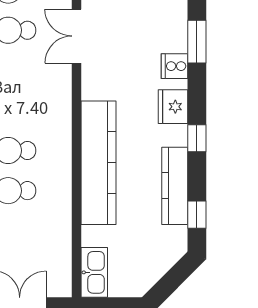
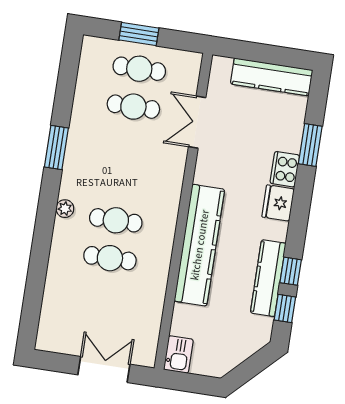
cooker: (175, 66) -> (285, 169), width x1.36
window: (197, 138) -> (291, 271), moved
kitchen sink: (94, 272) -> (178, 354), width x0.73

